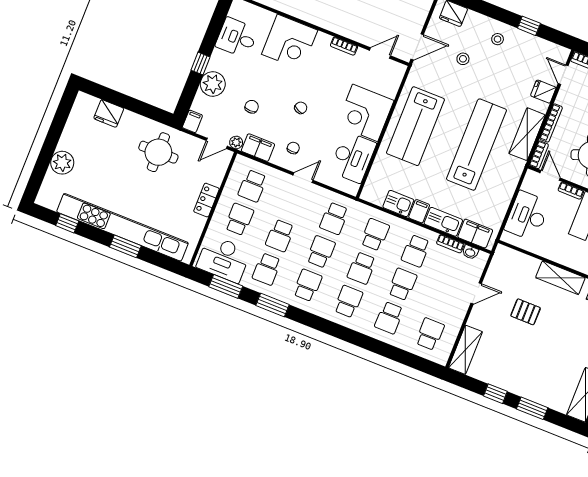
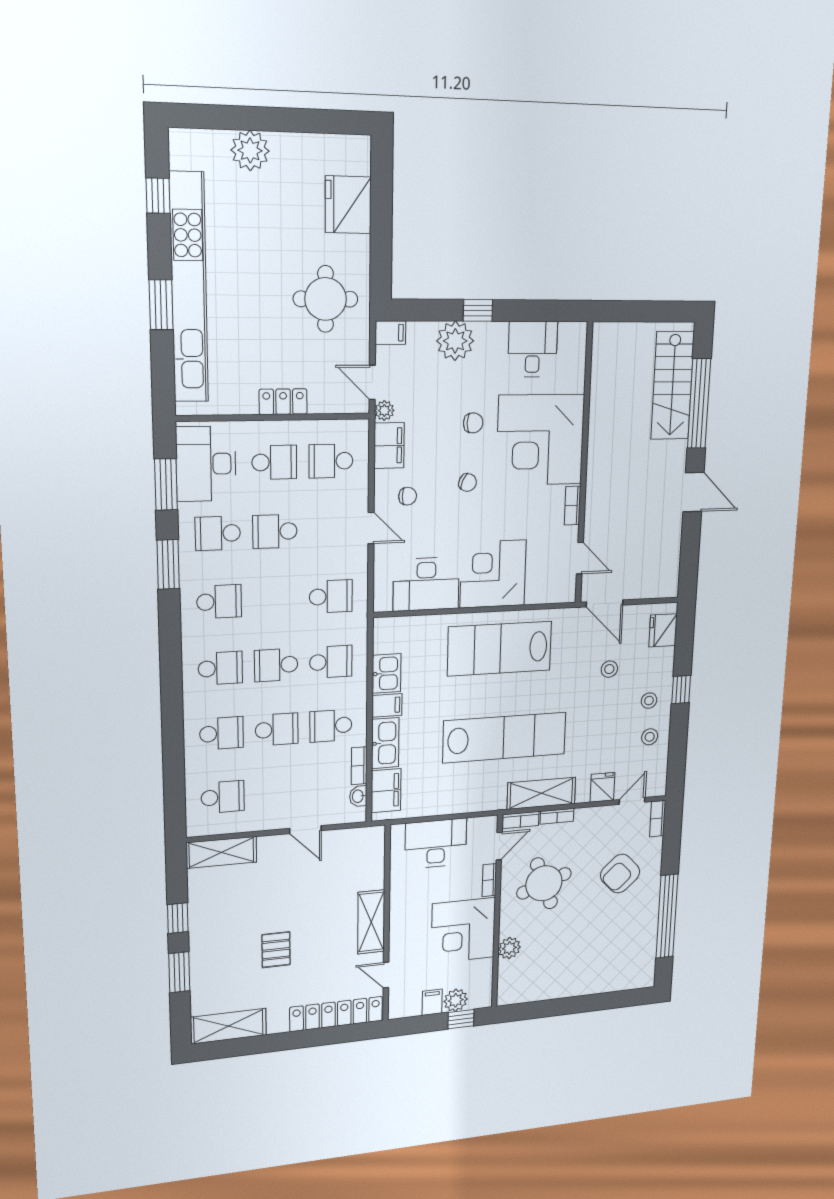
window: (529, 26) -> (681, 690), moved
corner desk: (290, 42) -> (540, 440), width x1.36, depth x1.36
stool: (523, 47) -> (650, 737), added
chair: (252, 107) -> (473, 423), moved
fridge: (109, 113) -> (348, 205), width x1.36, depth x1.34
bookcase: (551, 123) -> (557, 816), width x0.64
school desk: (334, 218) -> (331, 596), turned 180
school desk: (321, 252) -> (276, 599), removed
pallet: (526, 312) -> (276, 950), moved
school desk: (389, 318) -> (222, 733), turned 180

